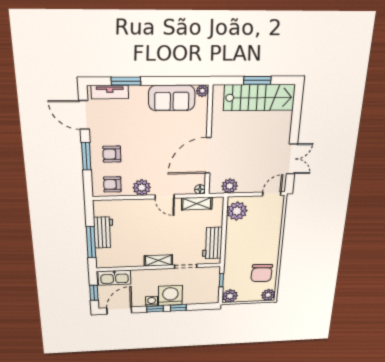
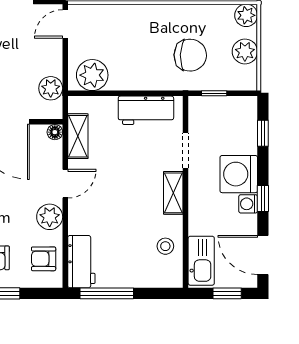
armchair: (112, 184) -> (44, 259), turned 90
door: (272, 194) -> (65, 24), hinge flipped
workbench: (104, 233) -> (81, 262), moved, turned 90
window: (91, 242) -> (107, 293), moved
stool: (123, 257) -> (165, 246), added
chair: (262, 273) -> (190, 55), moved
plant: (230, 296) -> (245, 52), moved
window: (178, 308) -> (263, 133), moved

